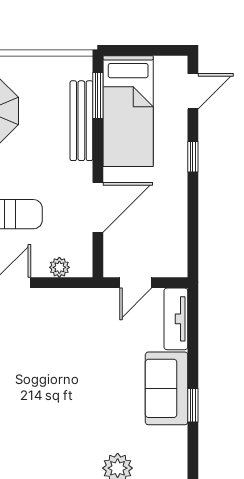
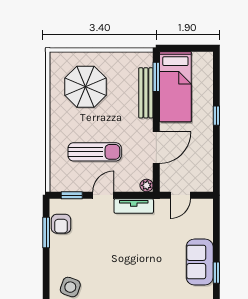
door: (193, 91) -> (216, 74), removed
plant: (59, 267) -> (147, 185), moved
tv unit: (176, 319) -> (134, 206), moved, turned -90

